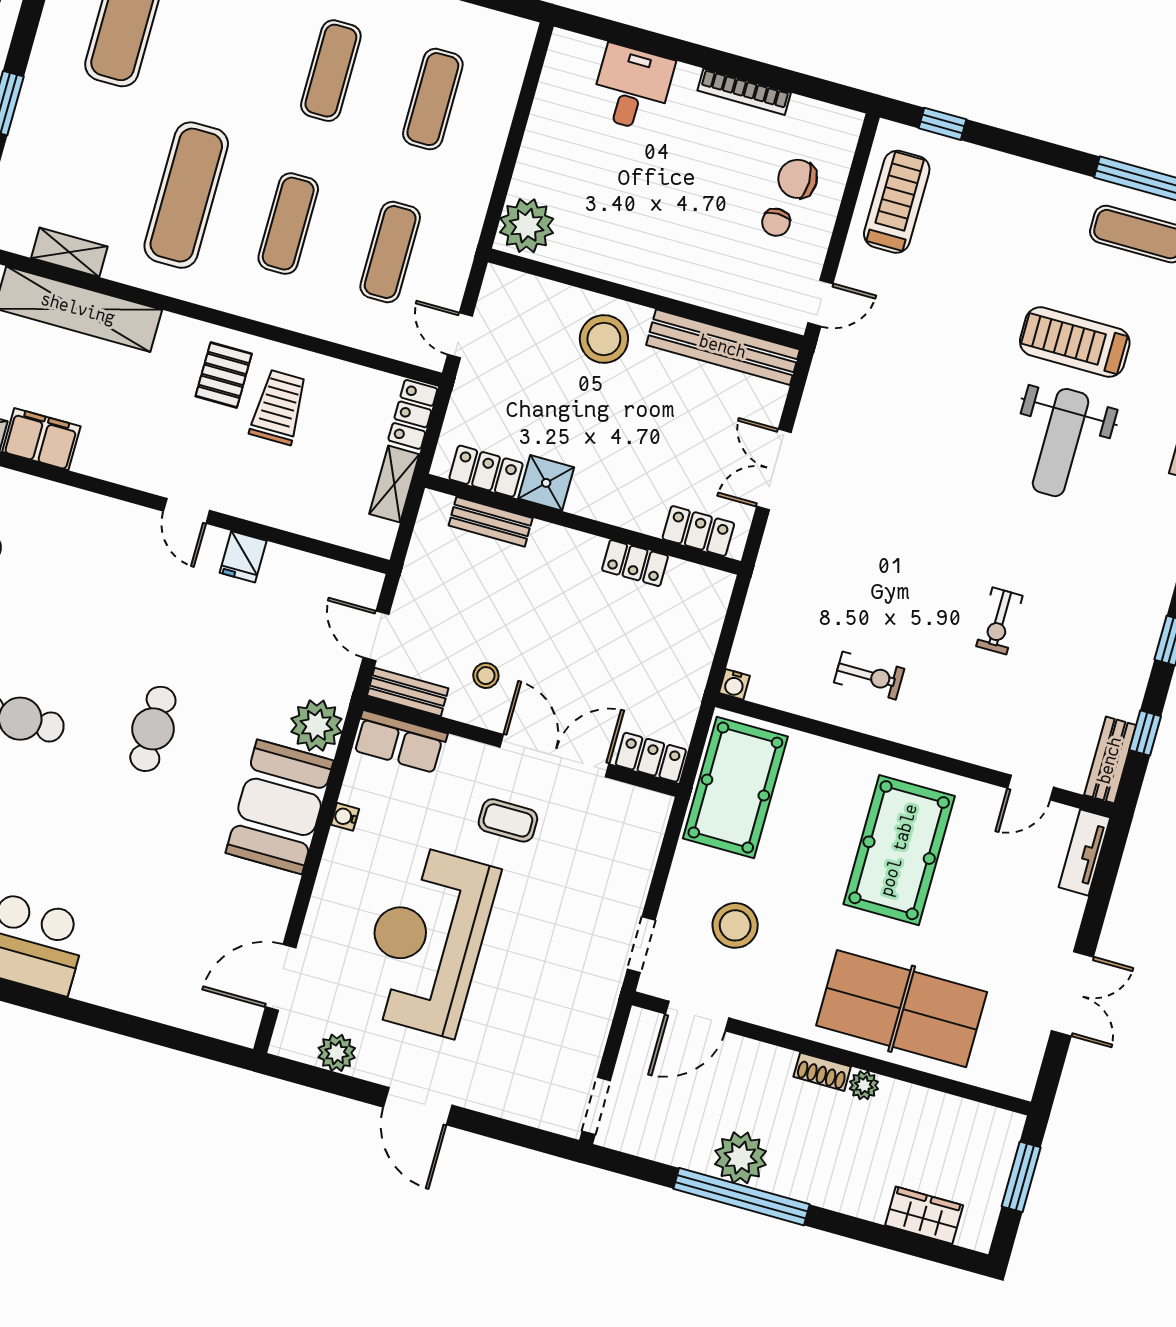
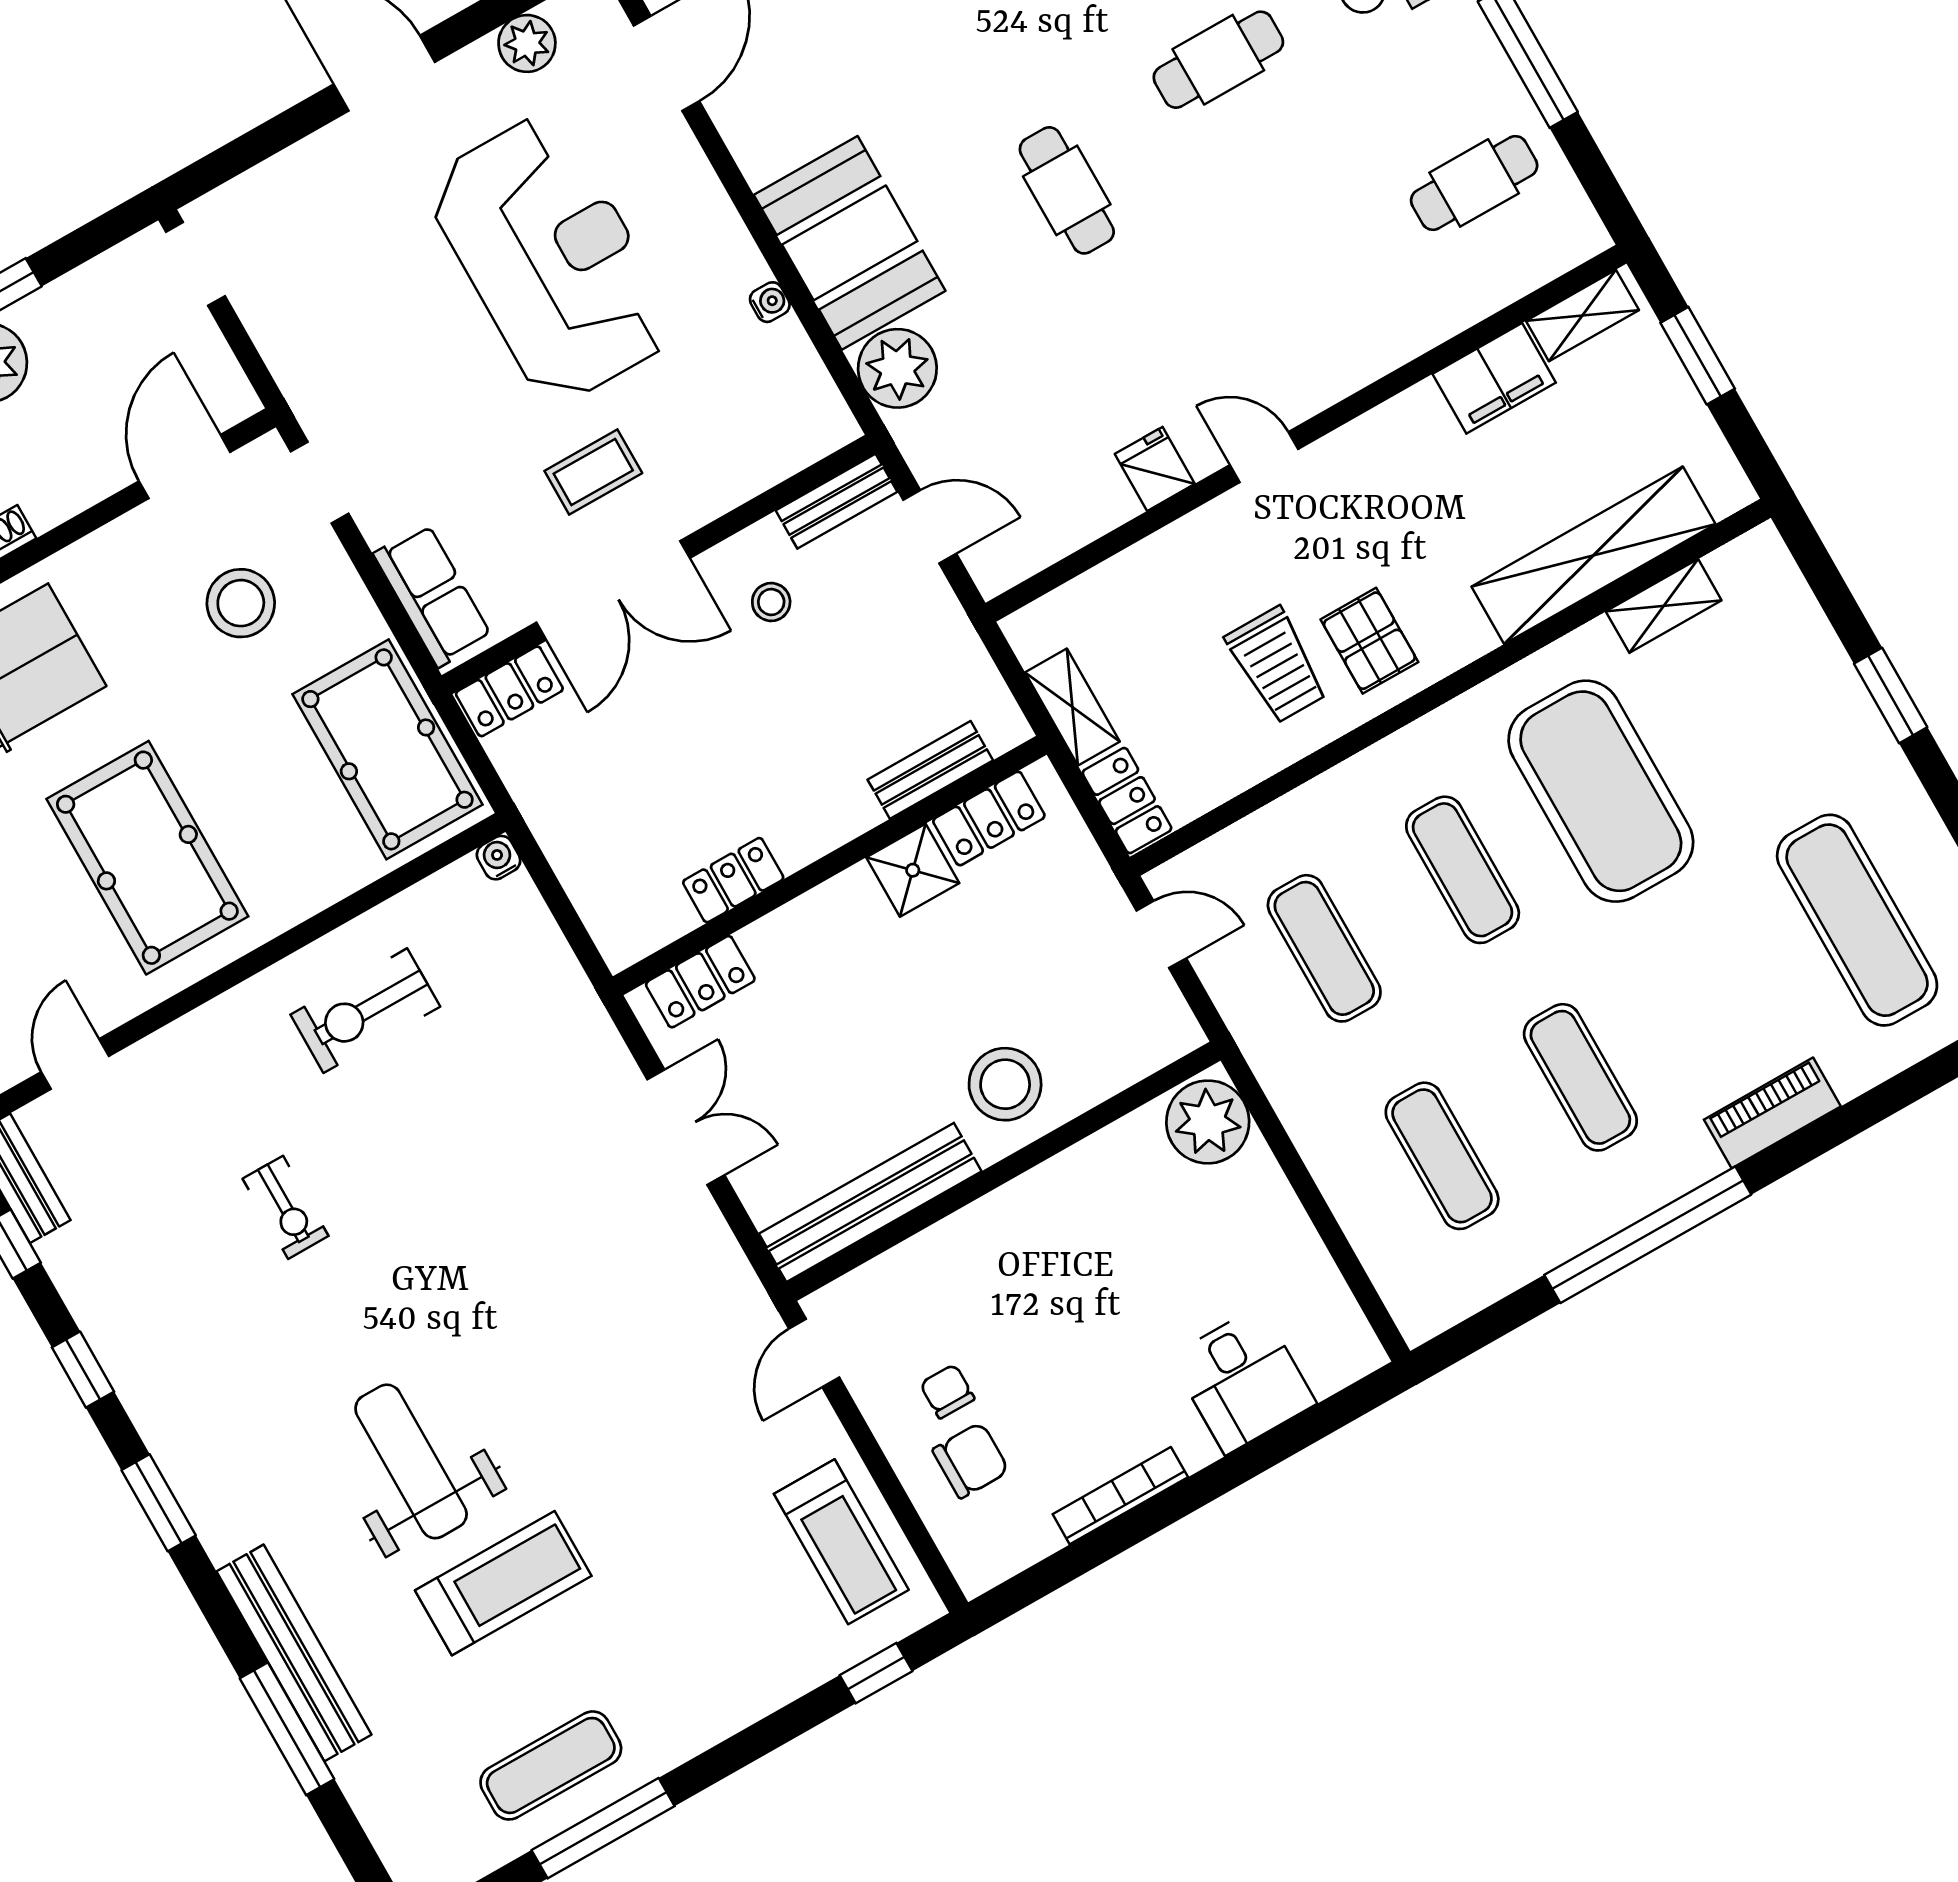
exercise mat: (186, 195) -> (1601, 791), width x1.47
exercise bike: (999, 621) -> (286, 1207), turned 180
exercise bike: (869, 676) -> (365, 1011), width x1.38, depth x1.39
row of seats: (400, 742) -> (433, 595), moved, turned 90

